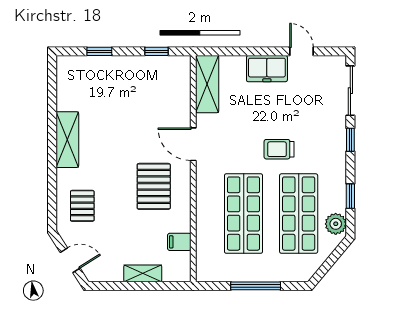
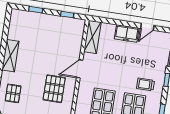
door: (301, 51) -> (147, 27), swing flipped
door: (193, 144) -> (80, 69), hinge flipped
trolley: (279, 149) -> (145, 84), moved

